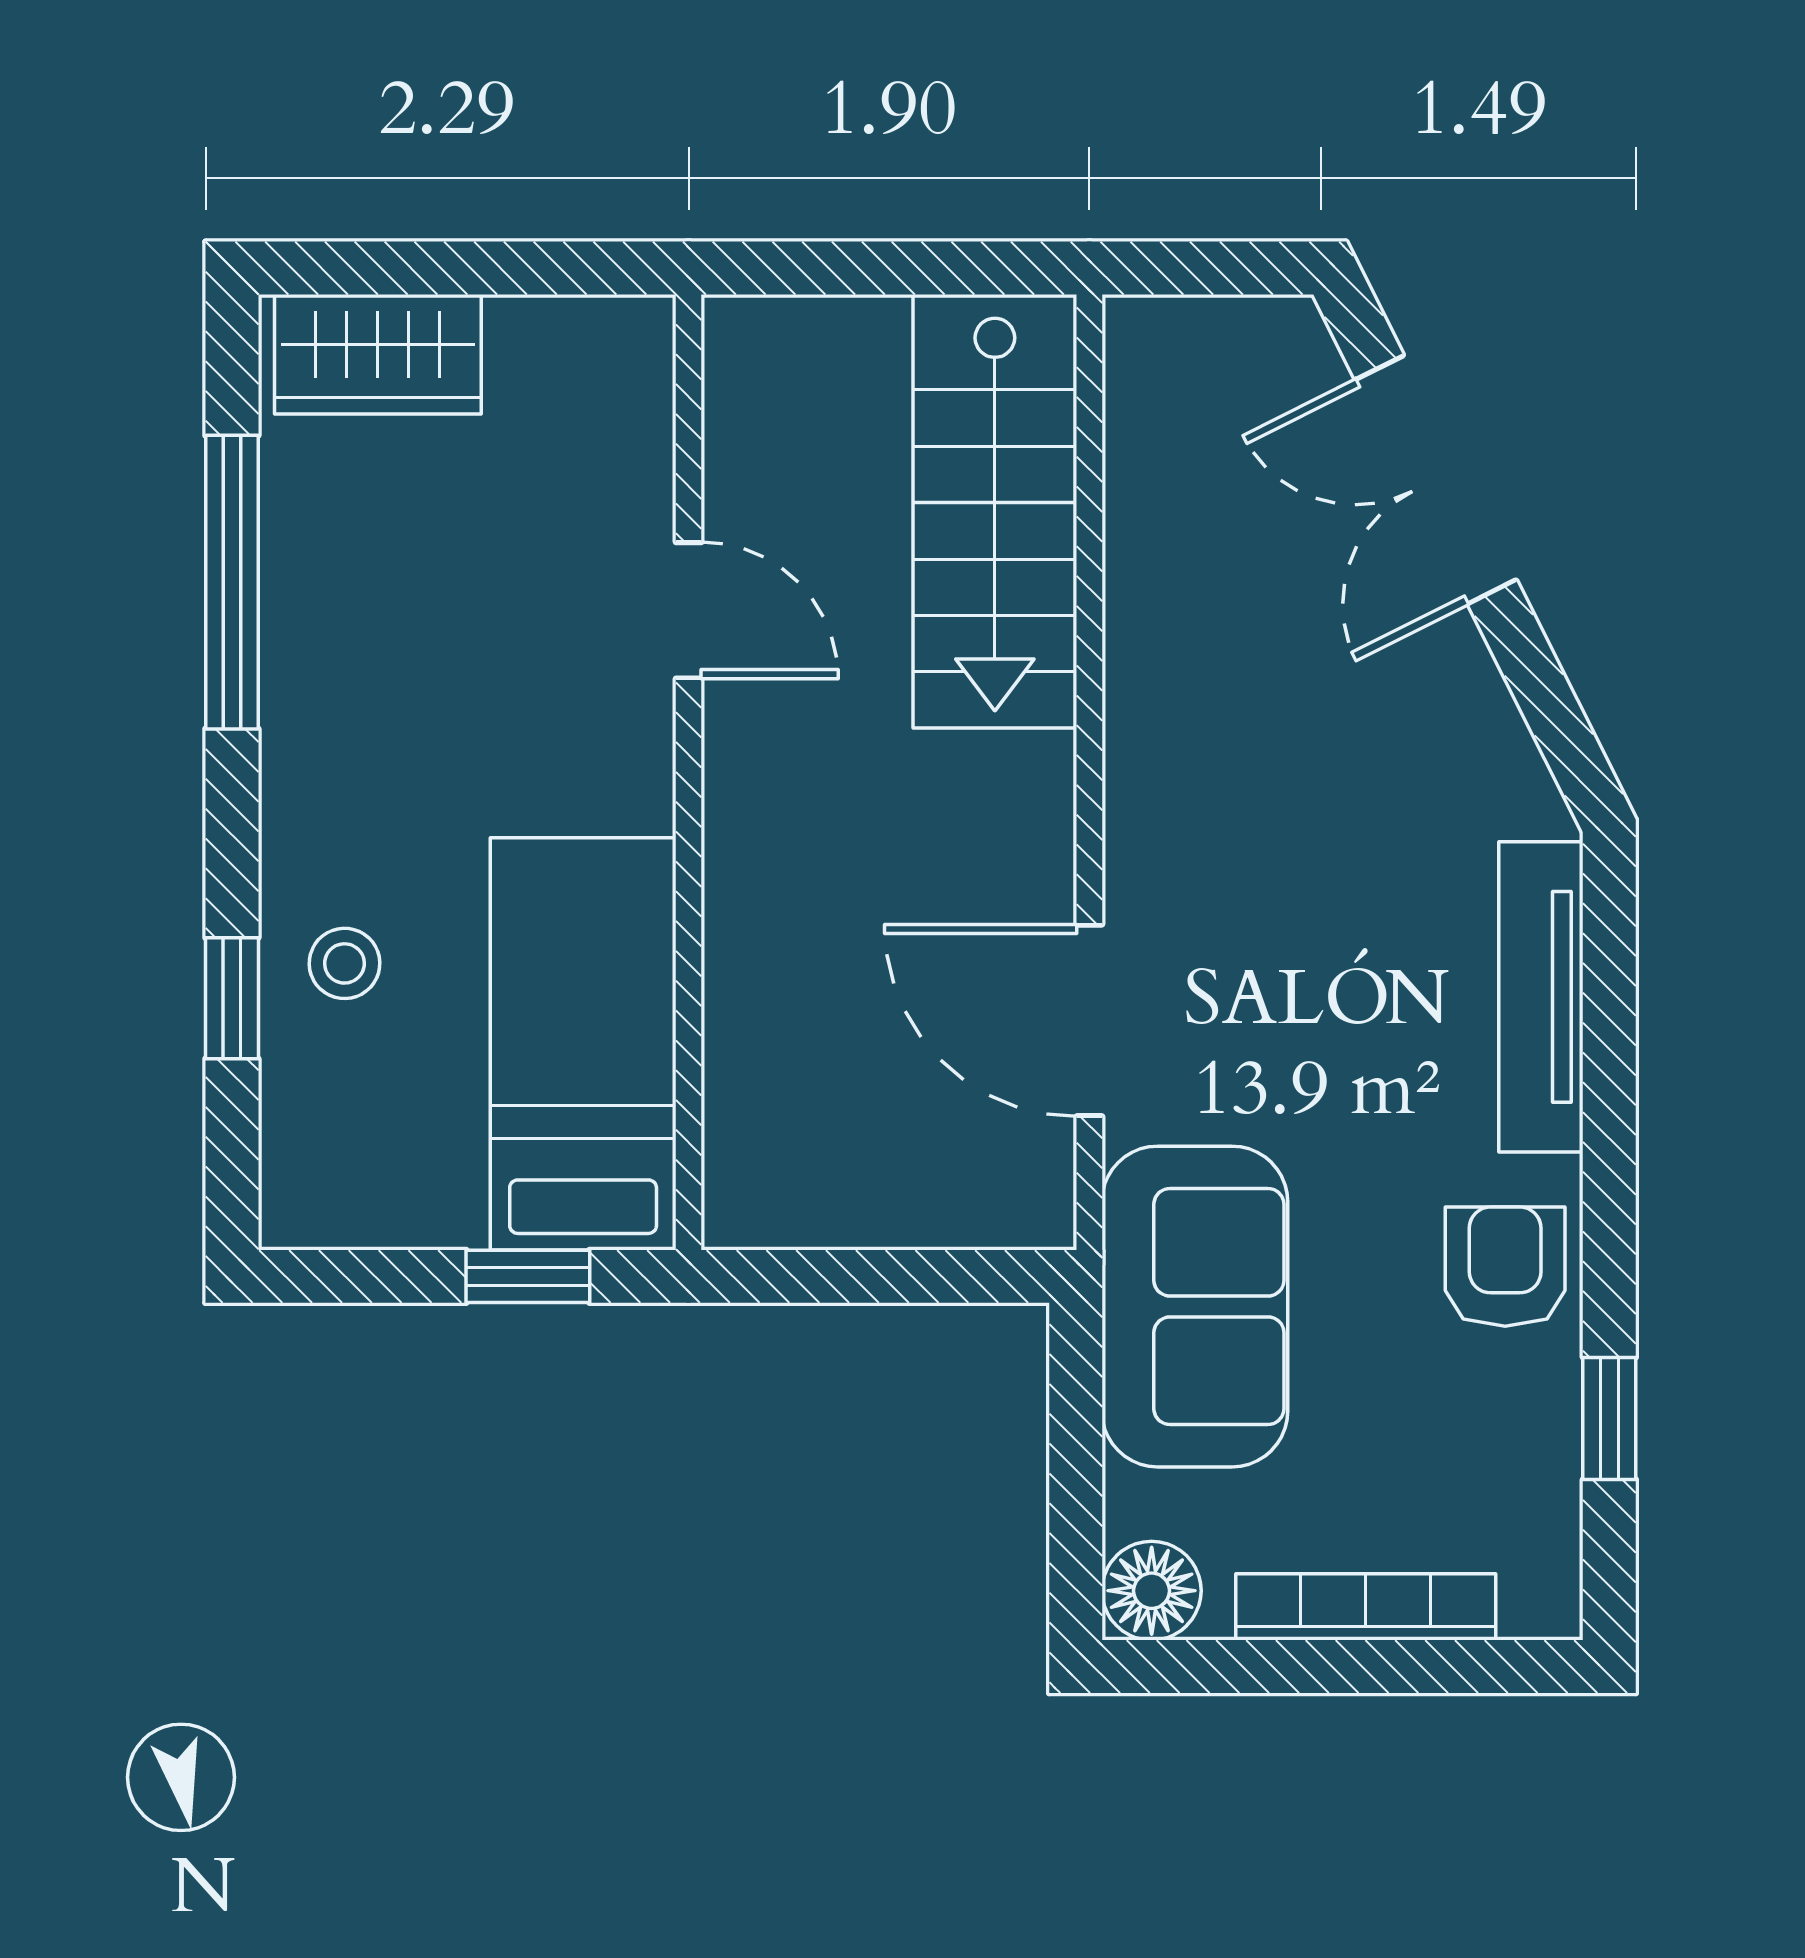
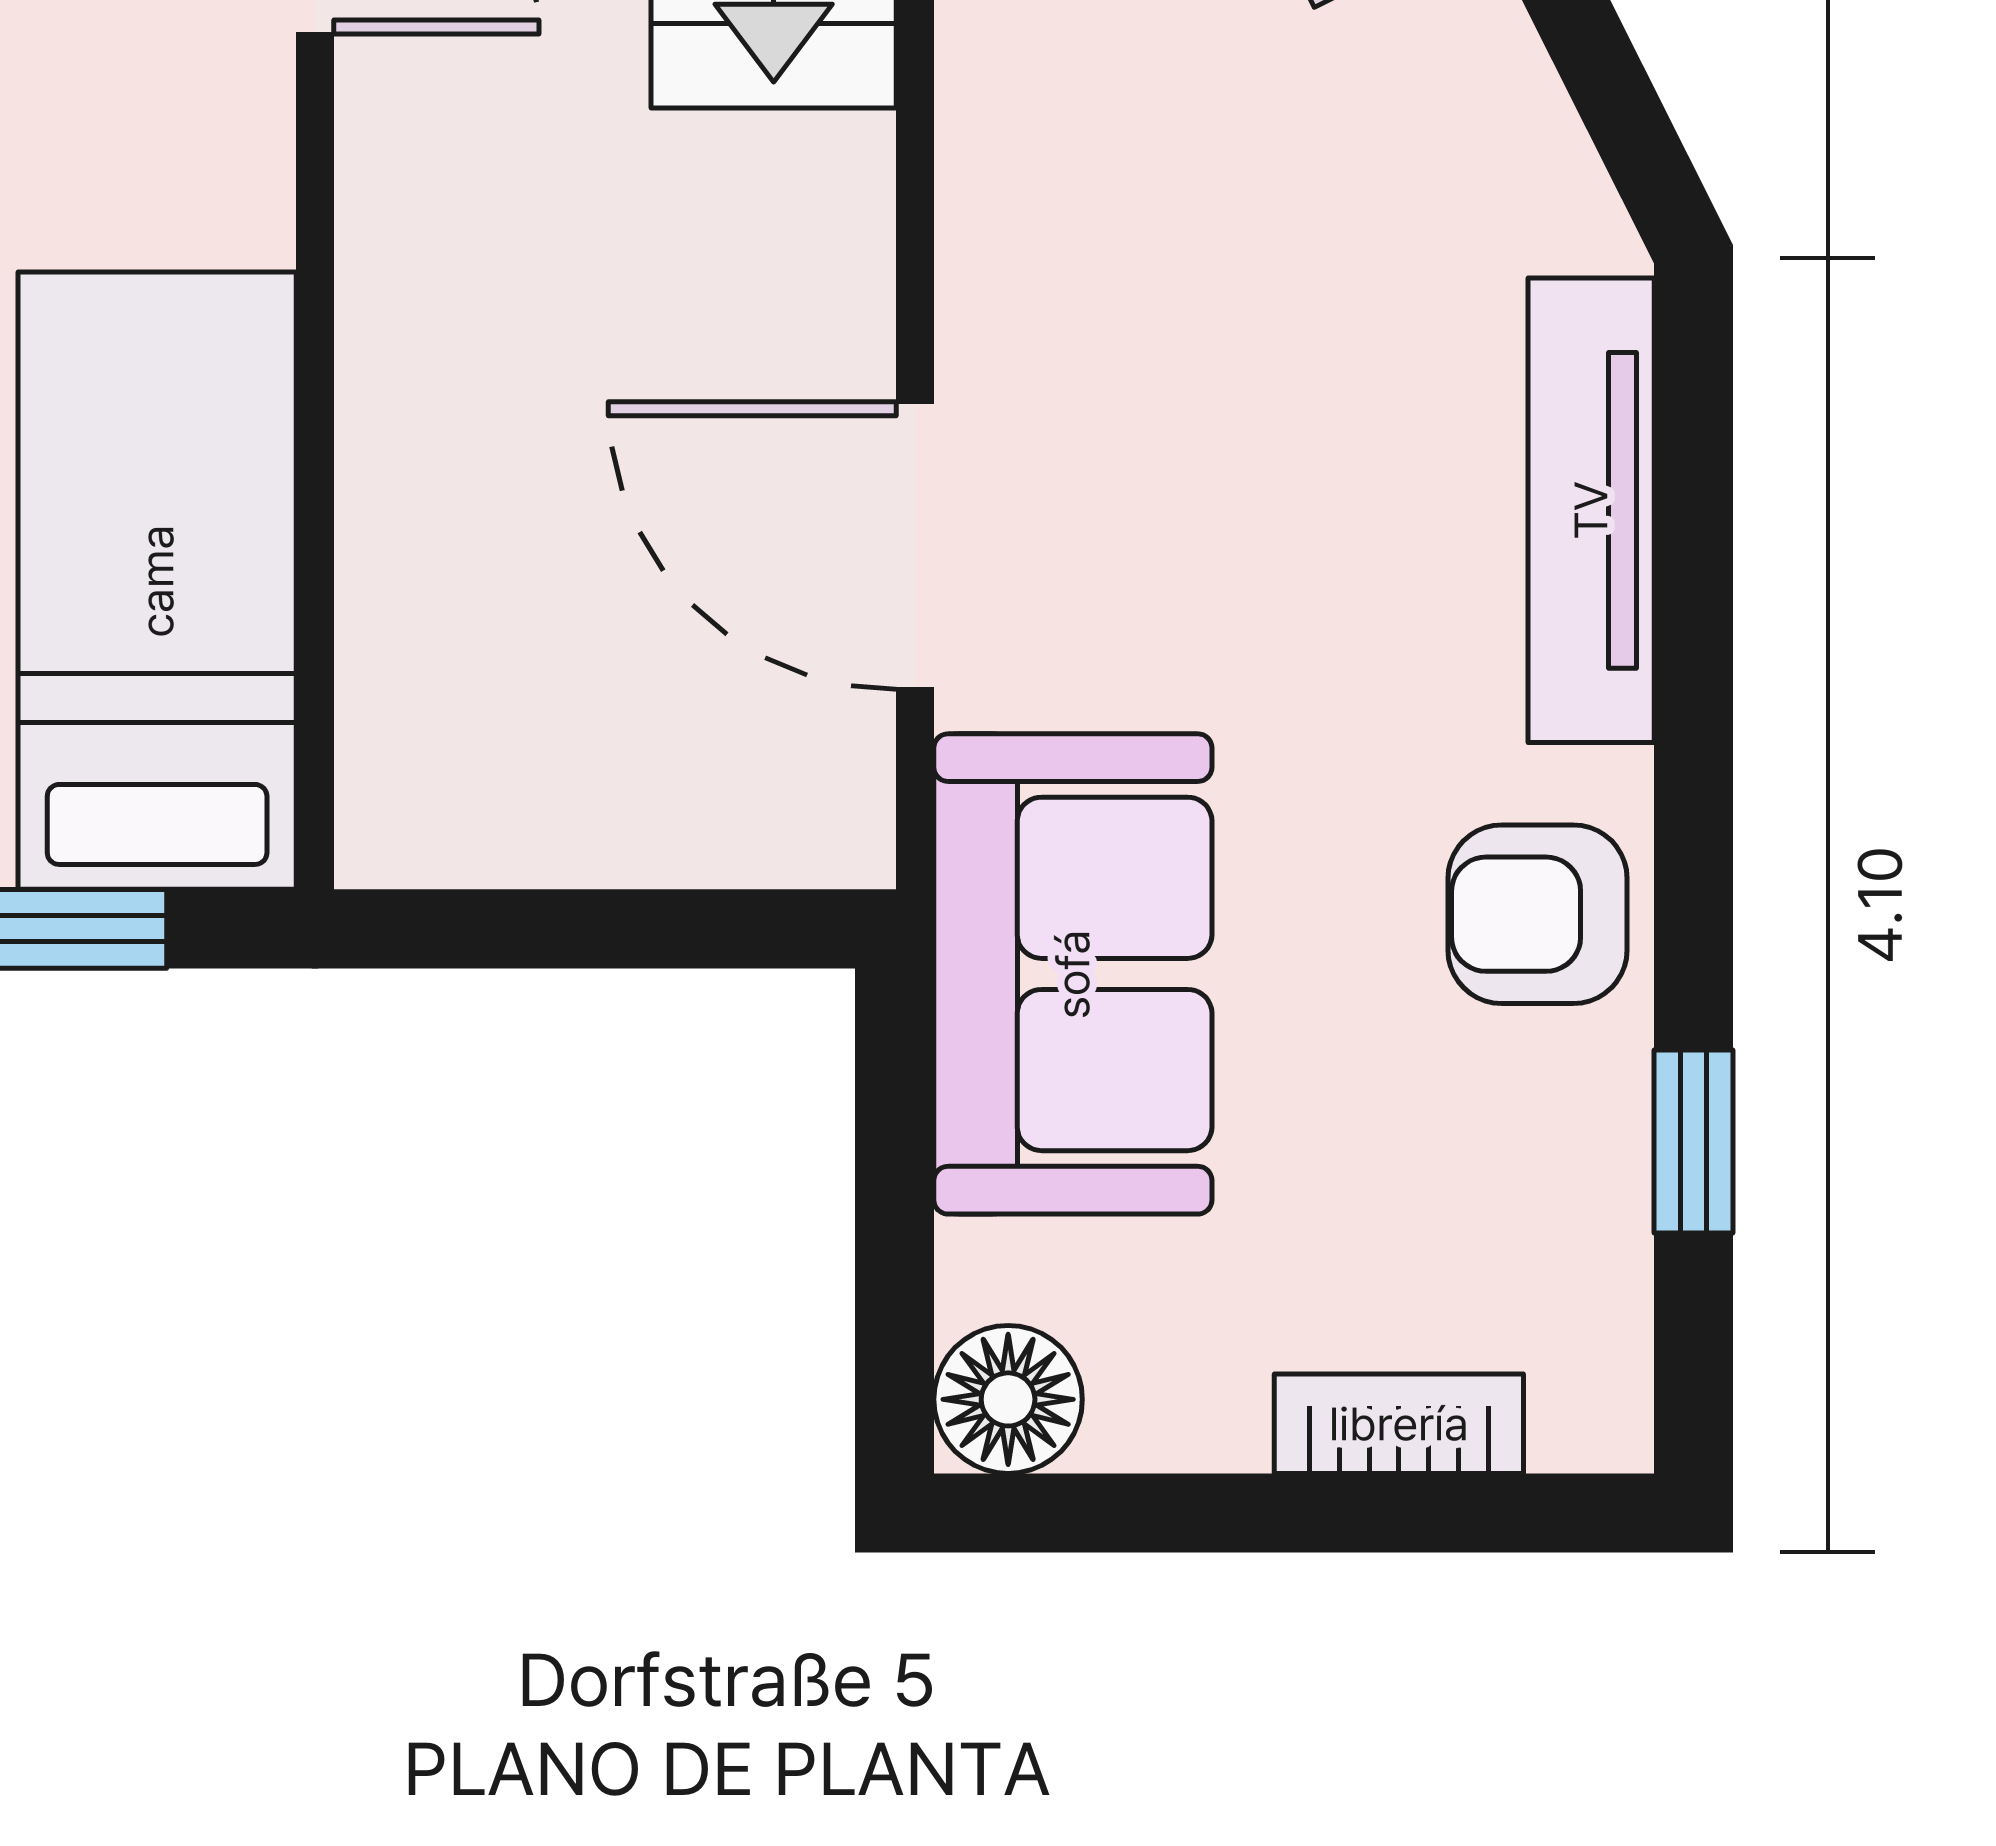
armchair: (1505, 1267) -> (1538, 914), turned -90
bookcase: (1366, 1607) -> (1399, 1424), width x0.64

